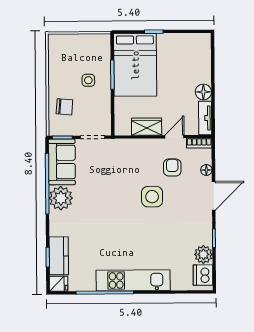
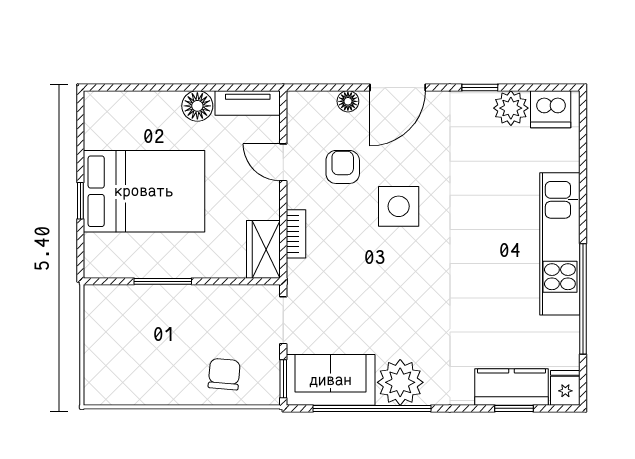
bed: (135, 65) -> (144, 191), moved
side table: (88, 80) -> (173, 328), removed
wardrobe: (147, 127) -> (263, 249), moved
bookcase: (199, 143) -> (296, 234), moved
armchair: (172, 167) -> (343, 167), turned 90
door: (214, 196) -> (398, 88), swing flipped

